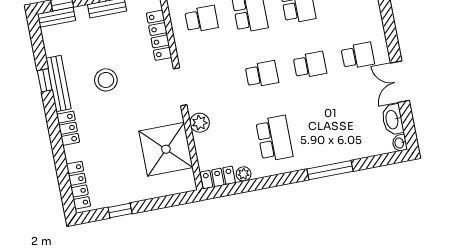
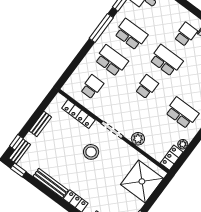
school desk: (310, 65) -> (166, 61), width x1.85
window: (45, 80) -> (18, 170), moved
stool: (106, 80) -> (91, 152), moved
shower: (166, 149) -> (142, 181), moved

